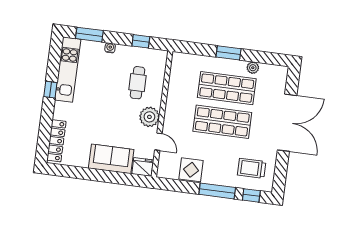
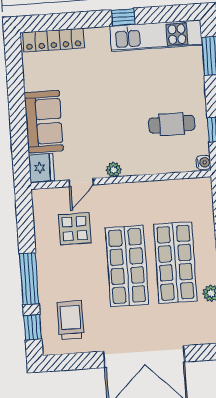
water cooler: (110, 48) -> (203, 162), moved
cafe table: (137, 83) -> (172, 124), moved
plant: (149, 117) -> (114, 170), width x0.53, depth x0.53
display table: (191, 170) -> (75, 229), moved

